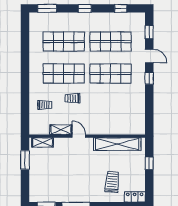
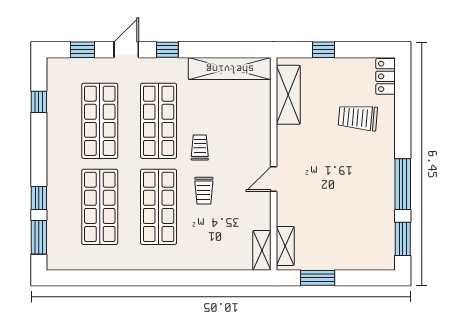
window: (85, 8) -> (39, 198), moved
trolley: (45, 105) -> (200, 148), moved
shelving: (139, 112) -> (230, 69), added
shelving: (61, 130) -> (262, 250), moved
shelving: (117, 144) -> (288, 95), width x0.68

